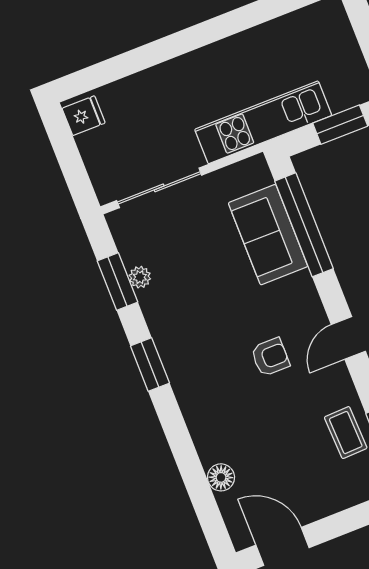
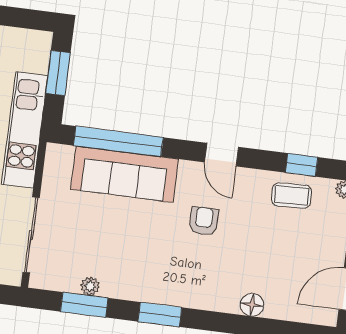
sofa: (268, 235) -> (124, 174), width x1.36
floor lamp: (221, 477) -> (252, 305), moved

